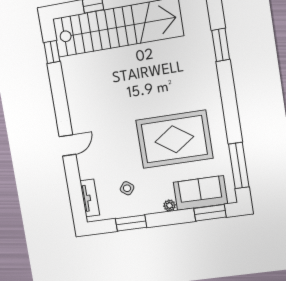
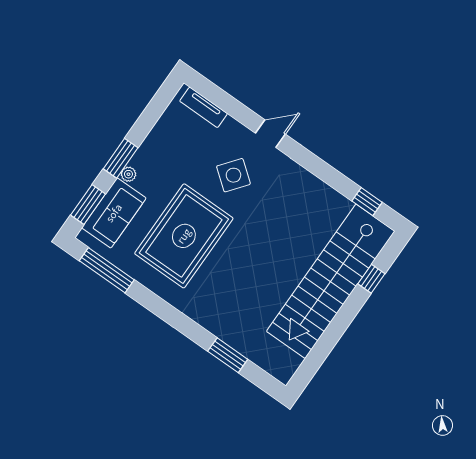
door: (68, 145) -> (270, 134), swing flipped
side table: (127, 188) -> (233, 175), moved, width x1.87, depth x1.87
window: (131, 223) -> (121, 158), moved

